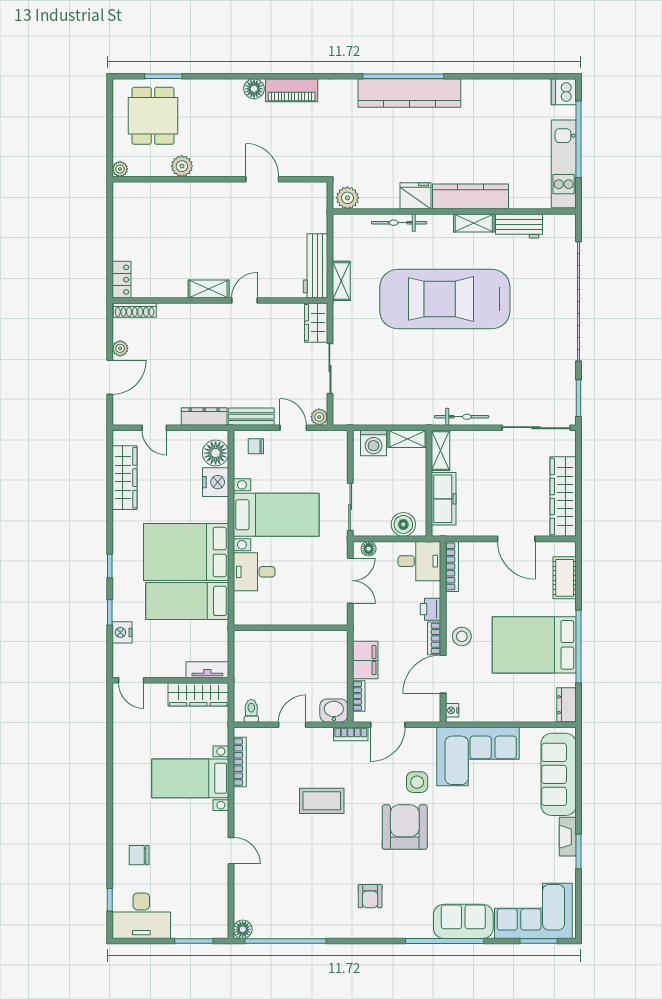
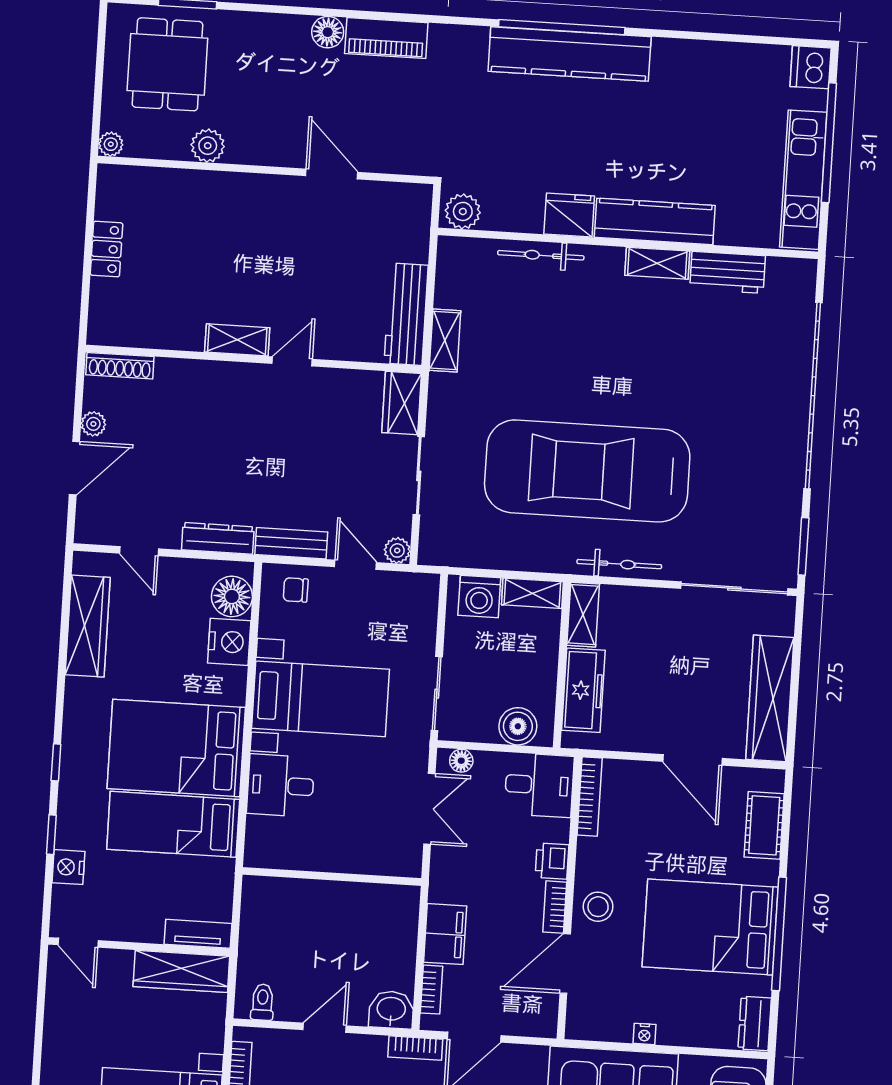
locker: (121, 280) -> (107, 249), moved
car: (445, 299) -> (587, 471), moved
nightstand: (452, 710) -> (644, 1034), moved, turned -90

